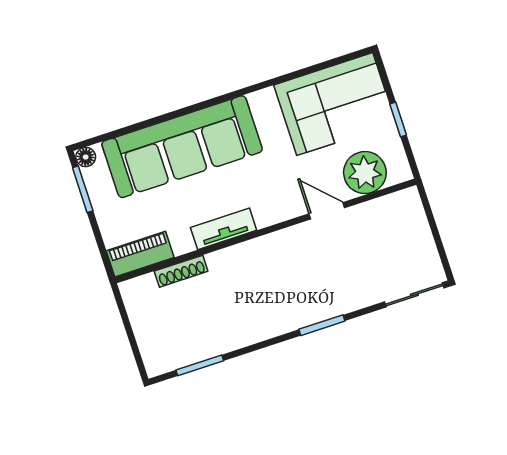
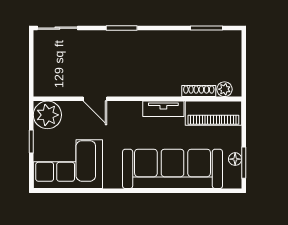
floor lamp: (86, 157) -> (235, 159), moved
plant: (365, 173) -> (47, 115), moved
piano: (140, 254) -> (213, 113), width x1.37, depth x1.33
plant: (145, 286) -> (225, 89), added

